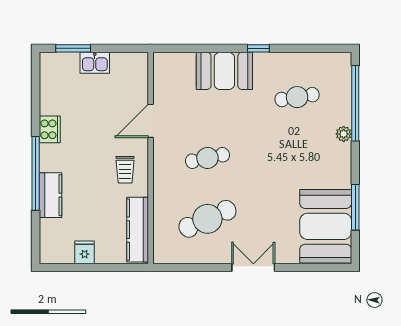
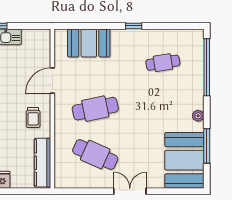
booth: (224, 71) -> (89, 43), moved
plant: (344, 134) -> (198, 116), moved
cafe table: (207, 158) -> (95, 109), width x1.37, depth x1.35
cafe table: (207, 219) -> (95, 155), turned 48

